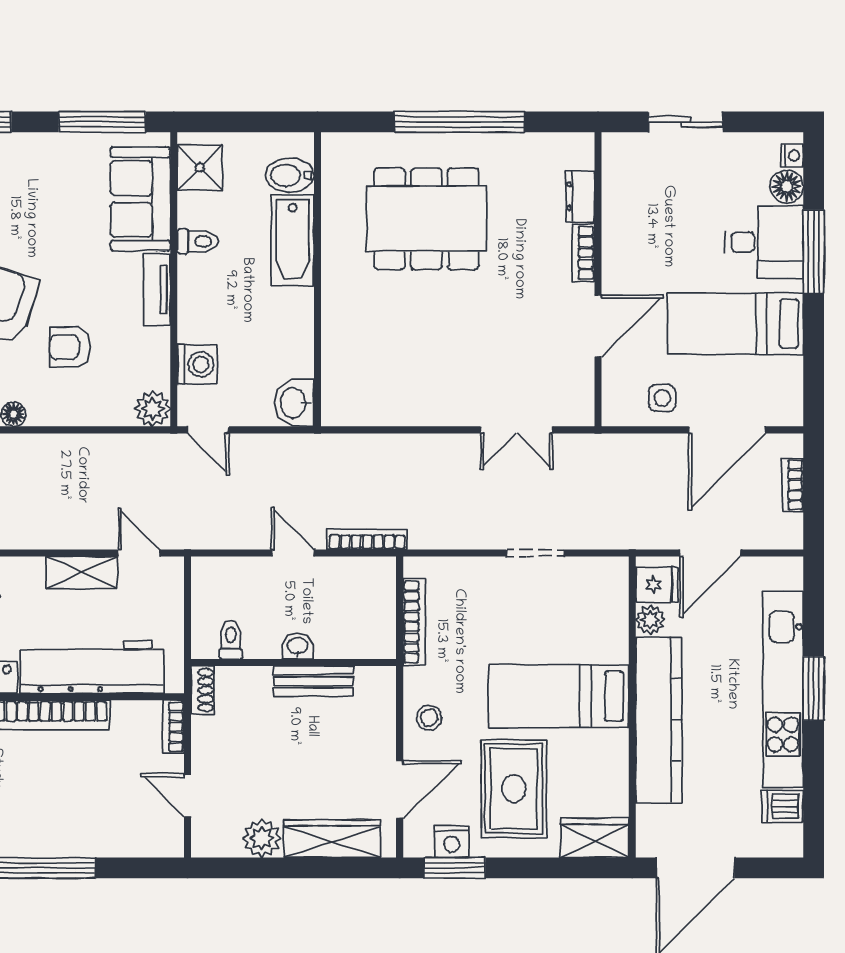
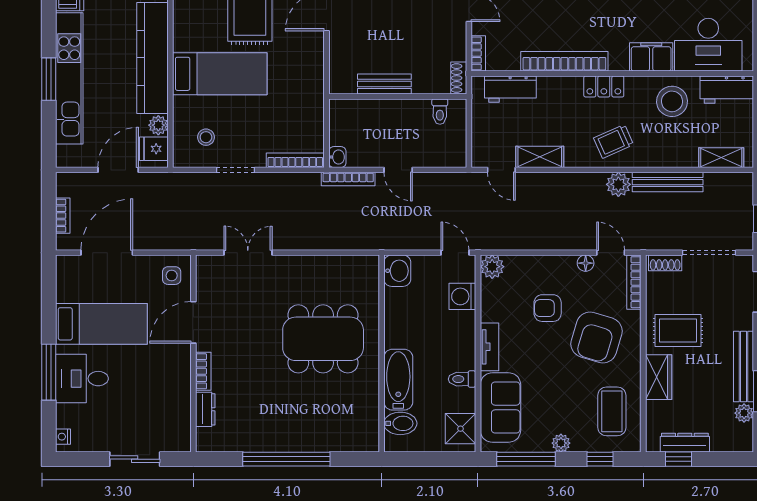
plant: (50, 146) -> (561, 443), added
floor lamp: (787, 186) -> (67, 416), removed
dining table: (426, 219) -> (323, 339), moved
armchair: (70, 347) -> (548, 308), turned 180
side table: (662, 398) -> (172, 276), moved
bookcase: (414, 622) -> (295, 160), moved, turned 90
washbasin: (298, 646) -> (337, 157), moved, turned -90
workbench: (92, 667) -> (510, 89), width x0.53, depth x0.76
stool: (429, 718) -> (206, 137), moved

